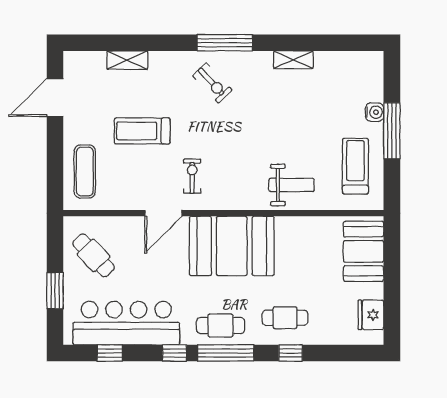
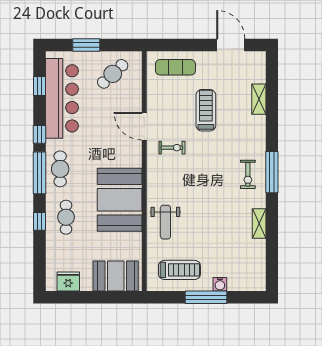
exercise bike: (212, 83) -> (248, 174), moved, turned -47
booth: (232, 246) -> (120, 200), moved

